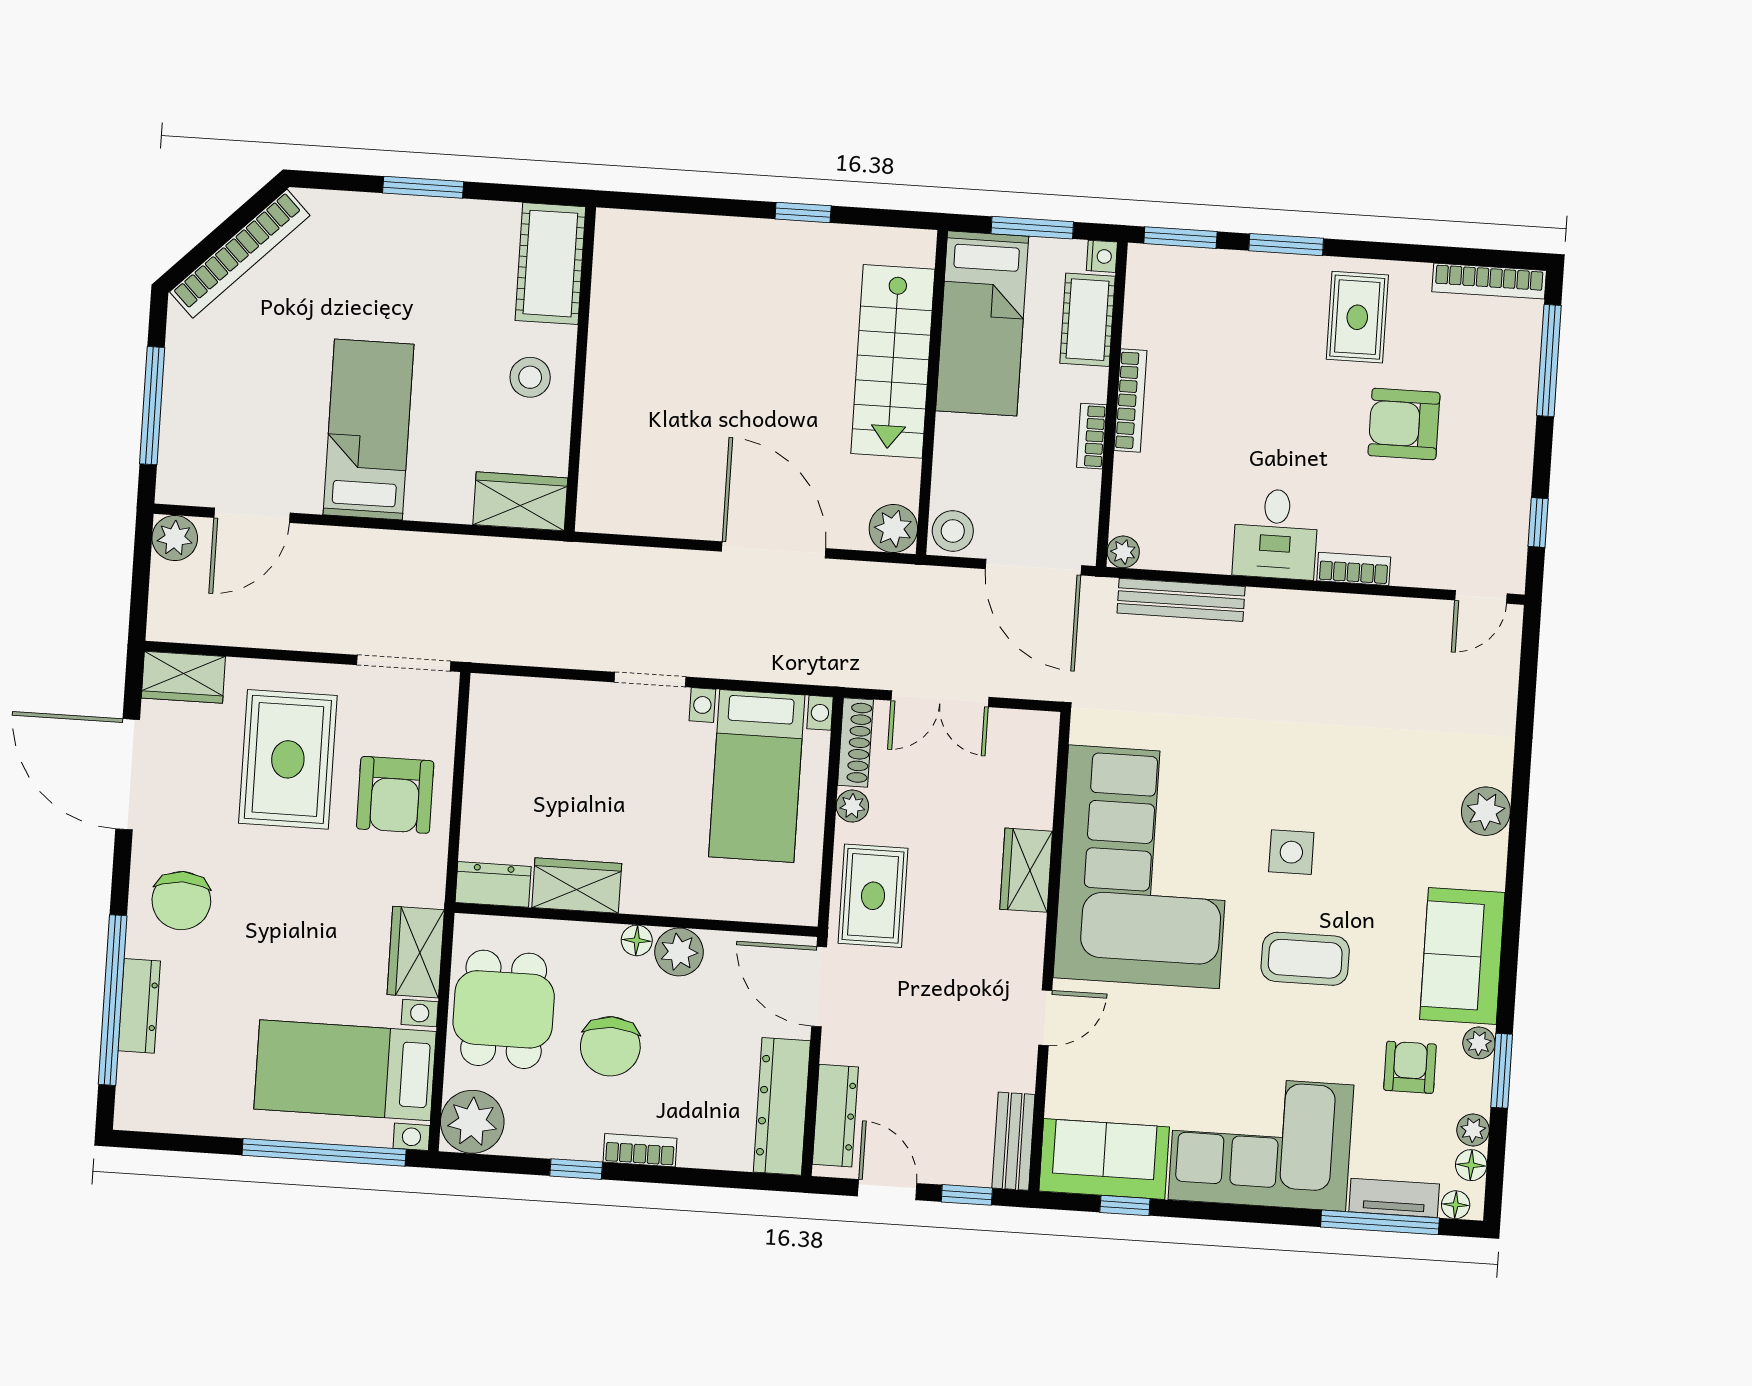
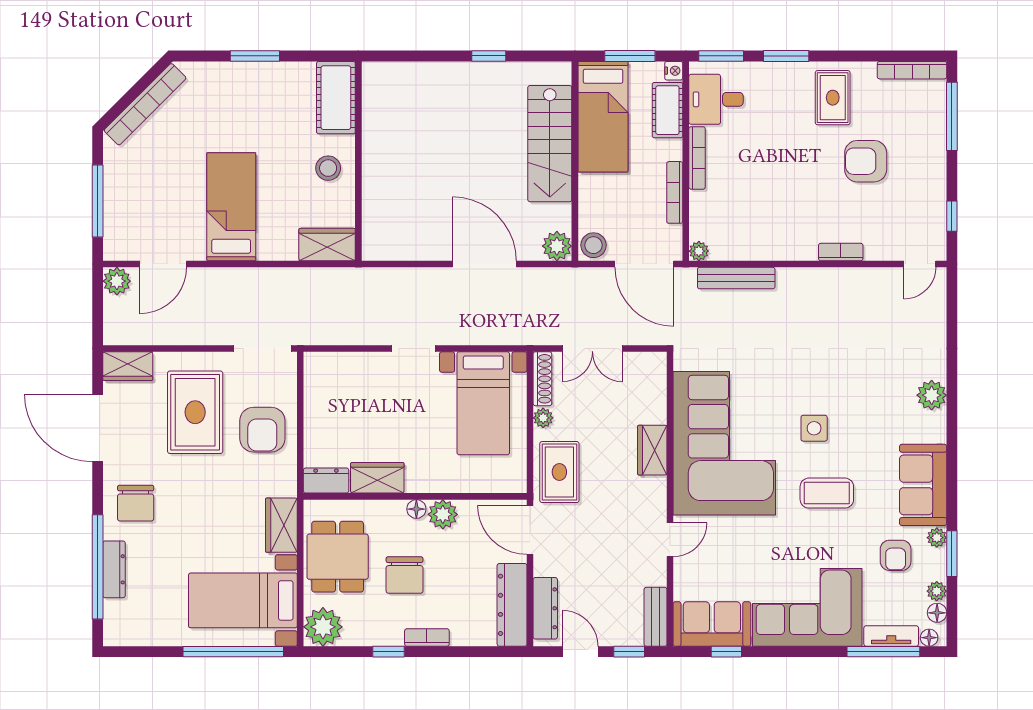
bookcase: (1092, 436) -> (675, 192), width x1.56
desk: (1275, 534) -> (716, 99), moved, turned 90
armchair: (1410, 1067) -> (896, 555), turned 180

